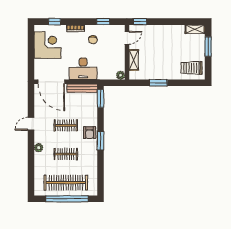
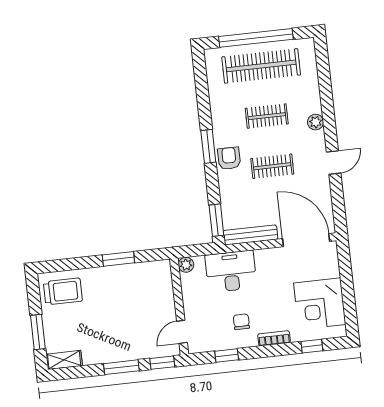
window: (163, 22) -> (121, 367), added
shelving: (134, 60) -> (166, 294), removed
desk: (83, 69) -> (231, 271), moved

